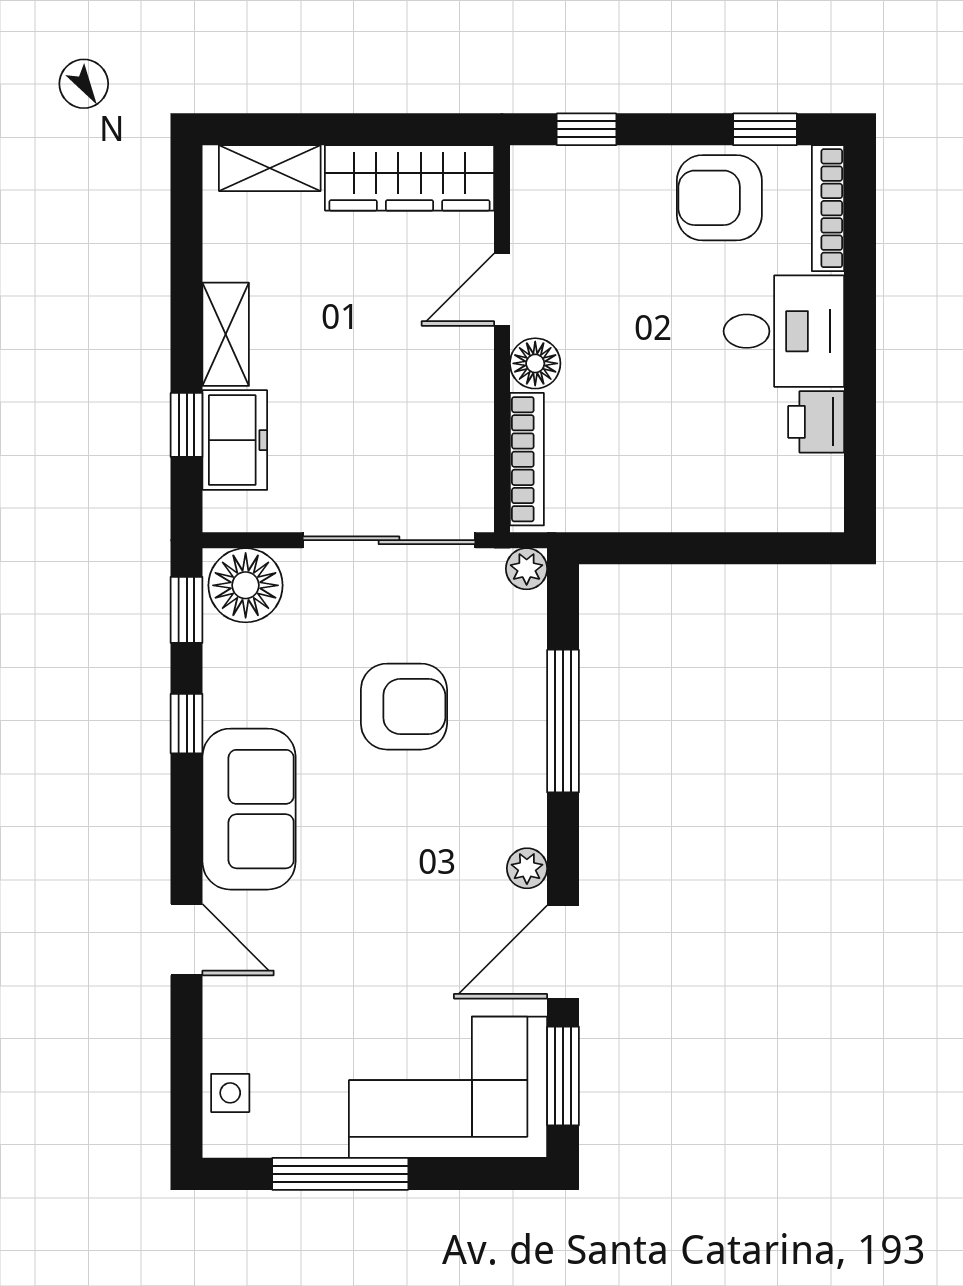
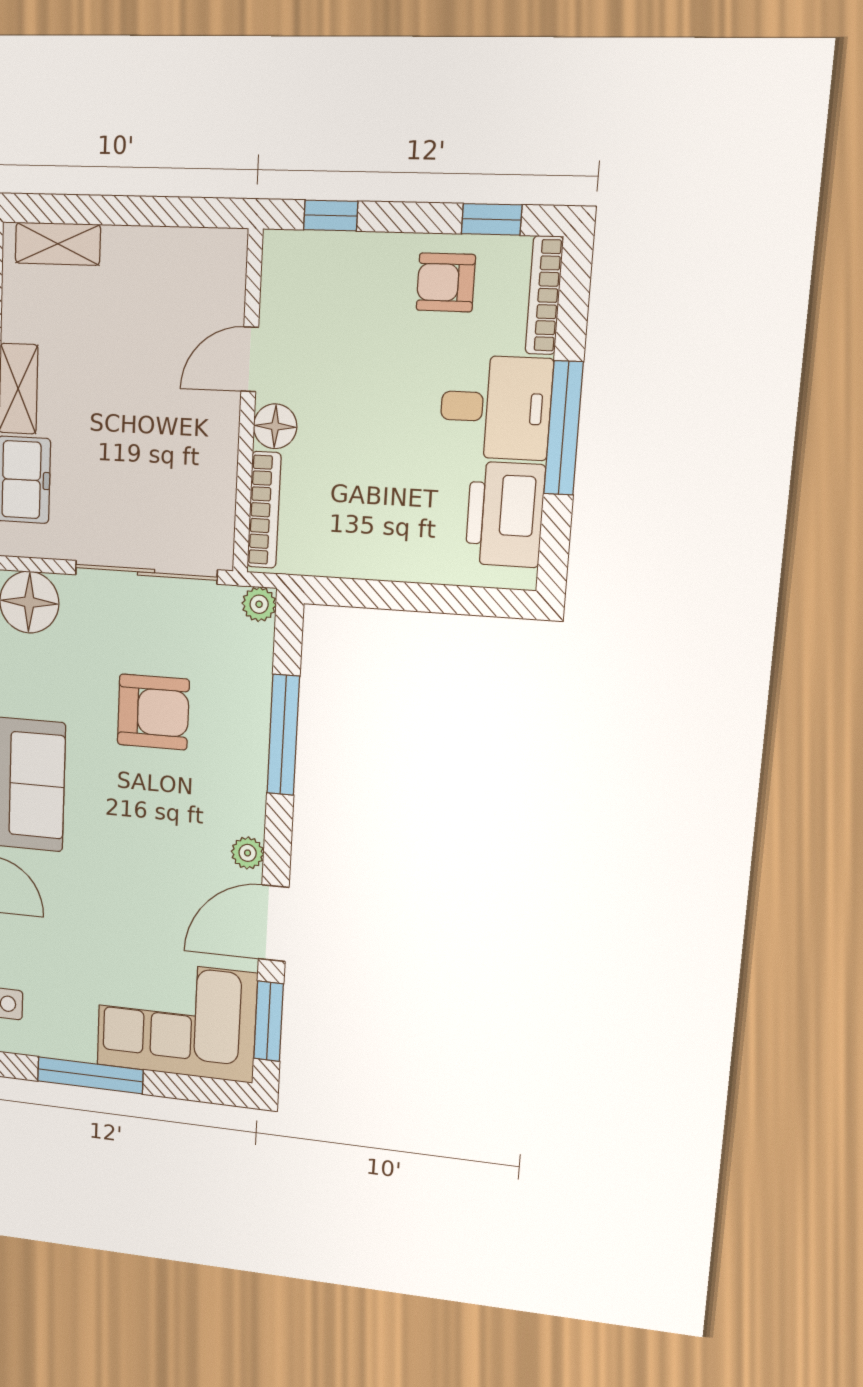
wardrobe: (409, 178) -> (175, 256), removed
armchair: (719, 198) -> (446, 282), width x0.72, depth x0.72
window: (860, 350) -> (564, 428), added
printer: (816, 422) -> (505, 514), width x1.87, depth x1.48

